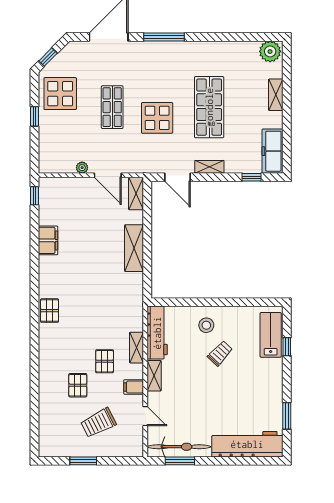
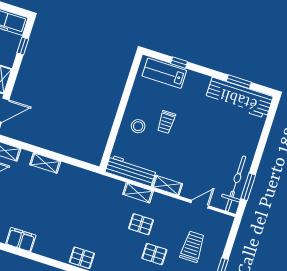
shelving: (134, 248) -> (45, 163), width x0.67, depth x0.75
trolley: (220, 353) -> (166, 122), turned -133
filing cabinet: (134, 387) -> (171, 206), removed
trolley: (98, 423) -> (192, 247), turned -153
workbench: (247, 444) -> (239, 98), moved, turned -90

